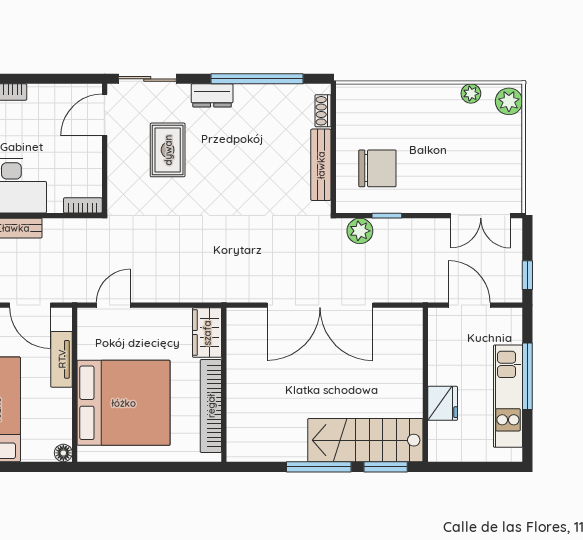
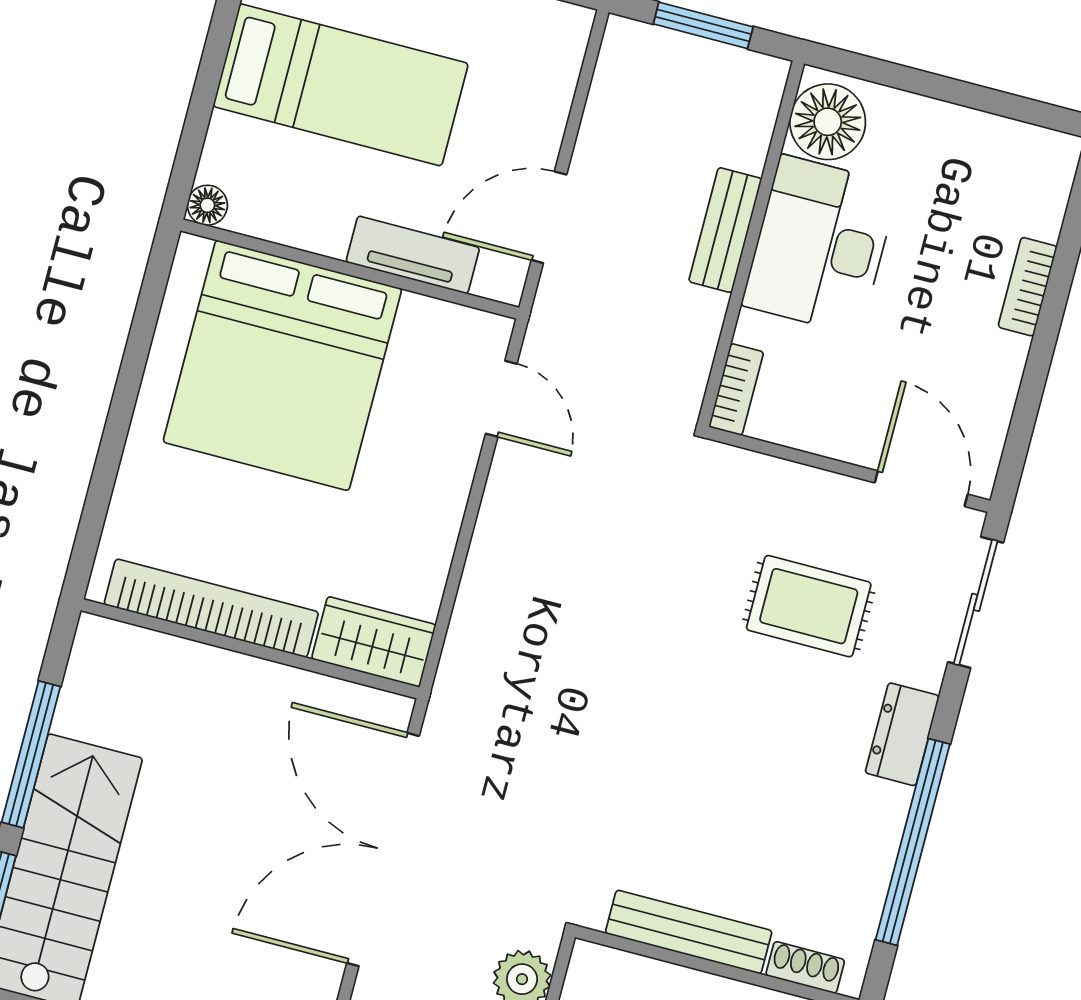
wardrobe: (207, 333) -> (374, 642), moved
wall: (224, 385) -> (250, 649), moved
bookcase: (211, 406) -> (211, 608), moved

